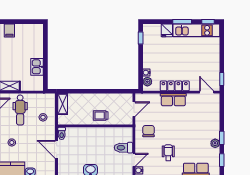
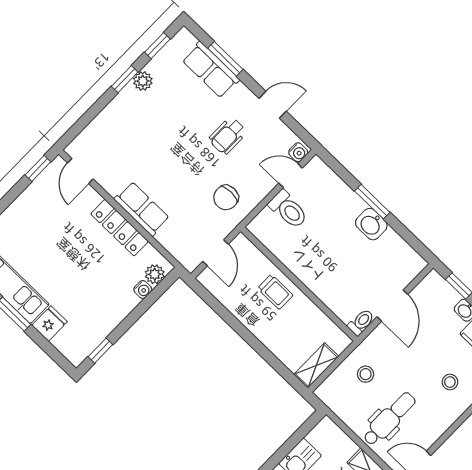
door: (134, 109) -> (216, 253), swing flipped

